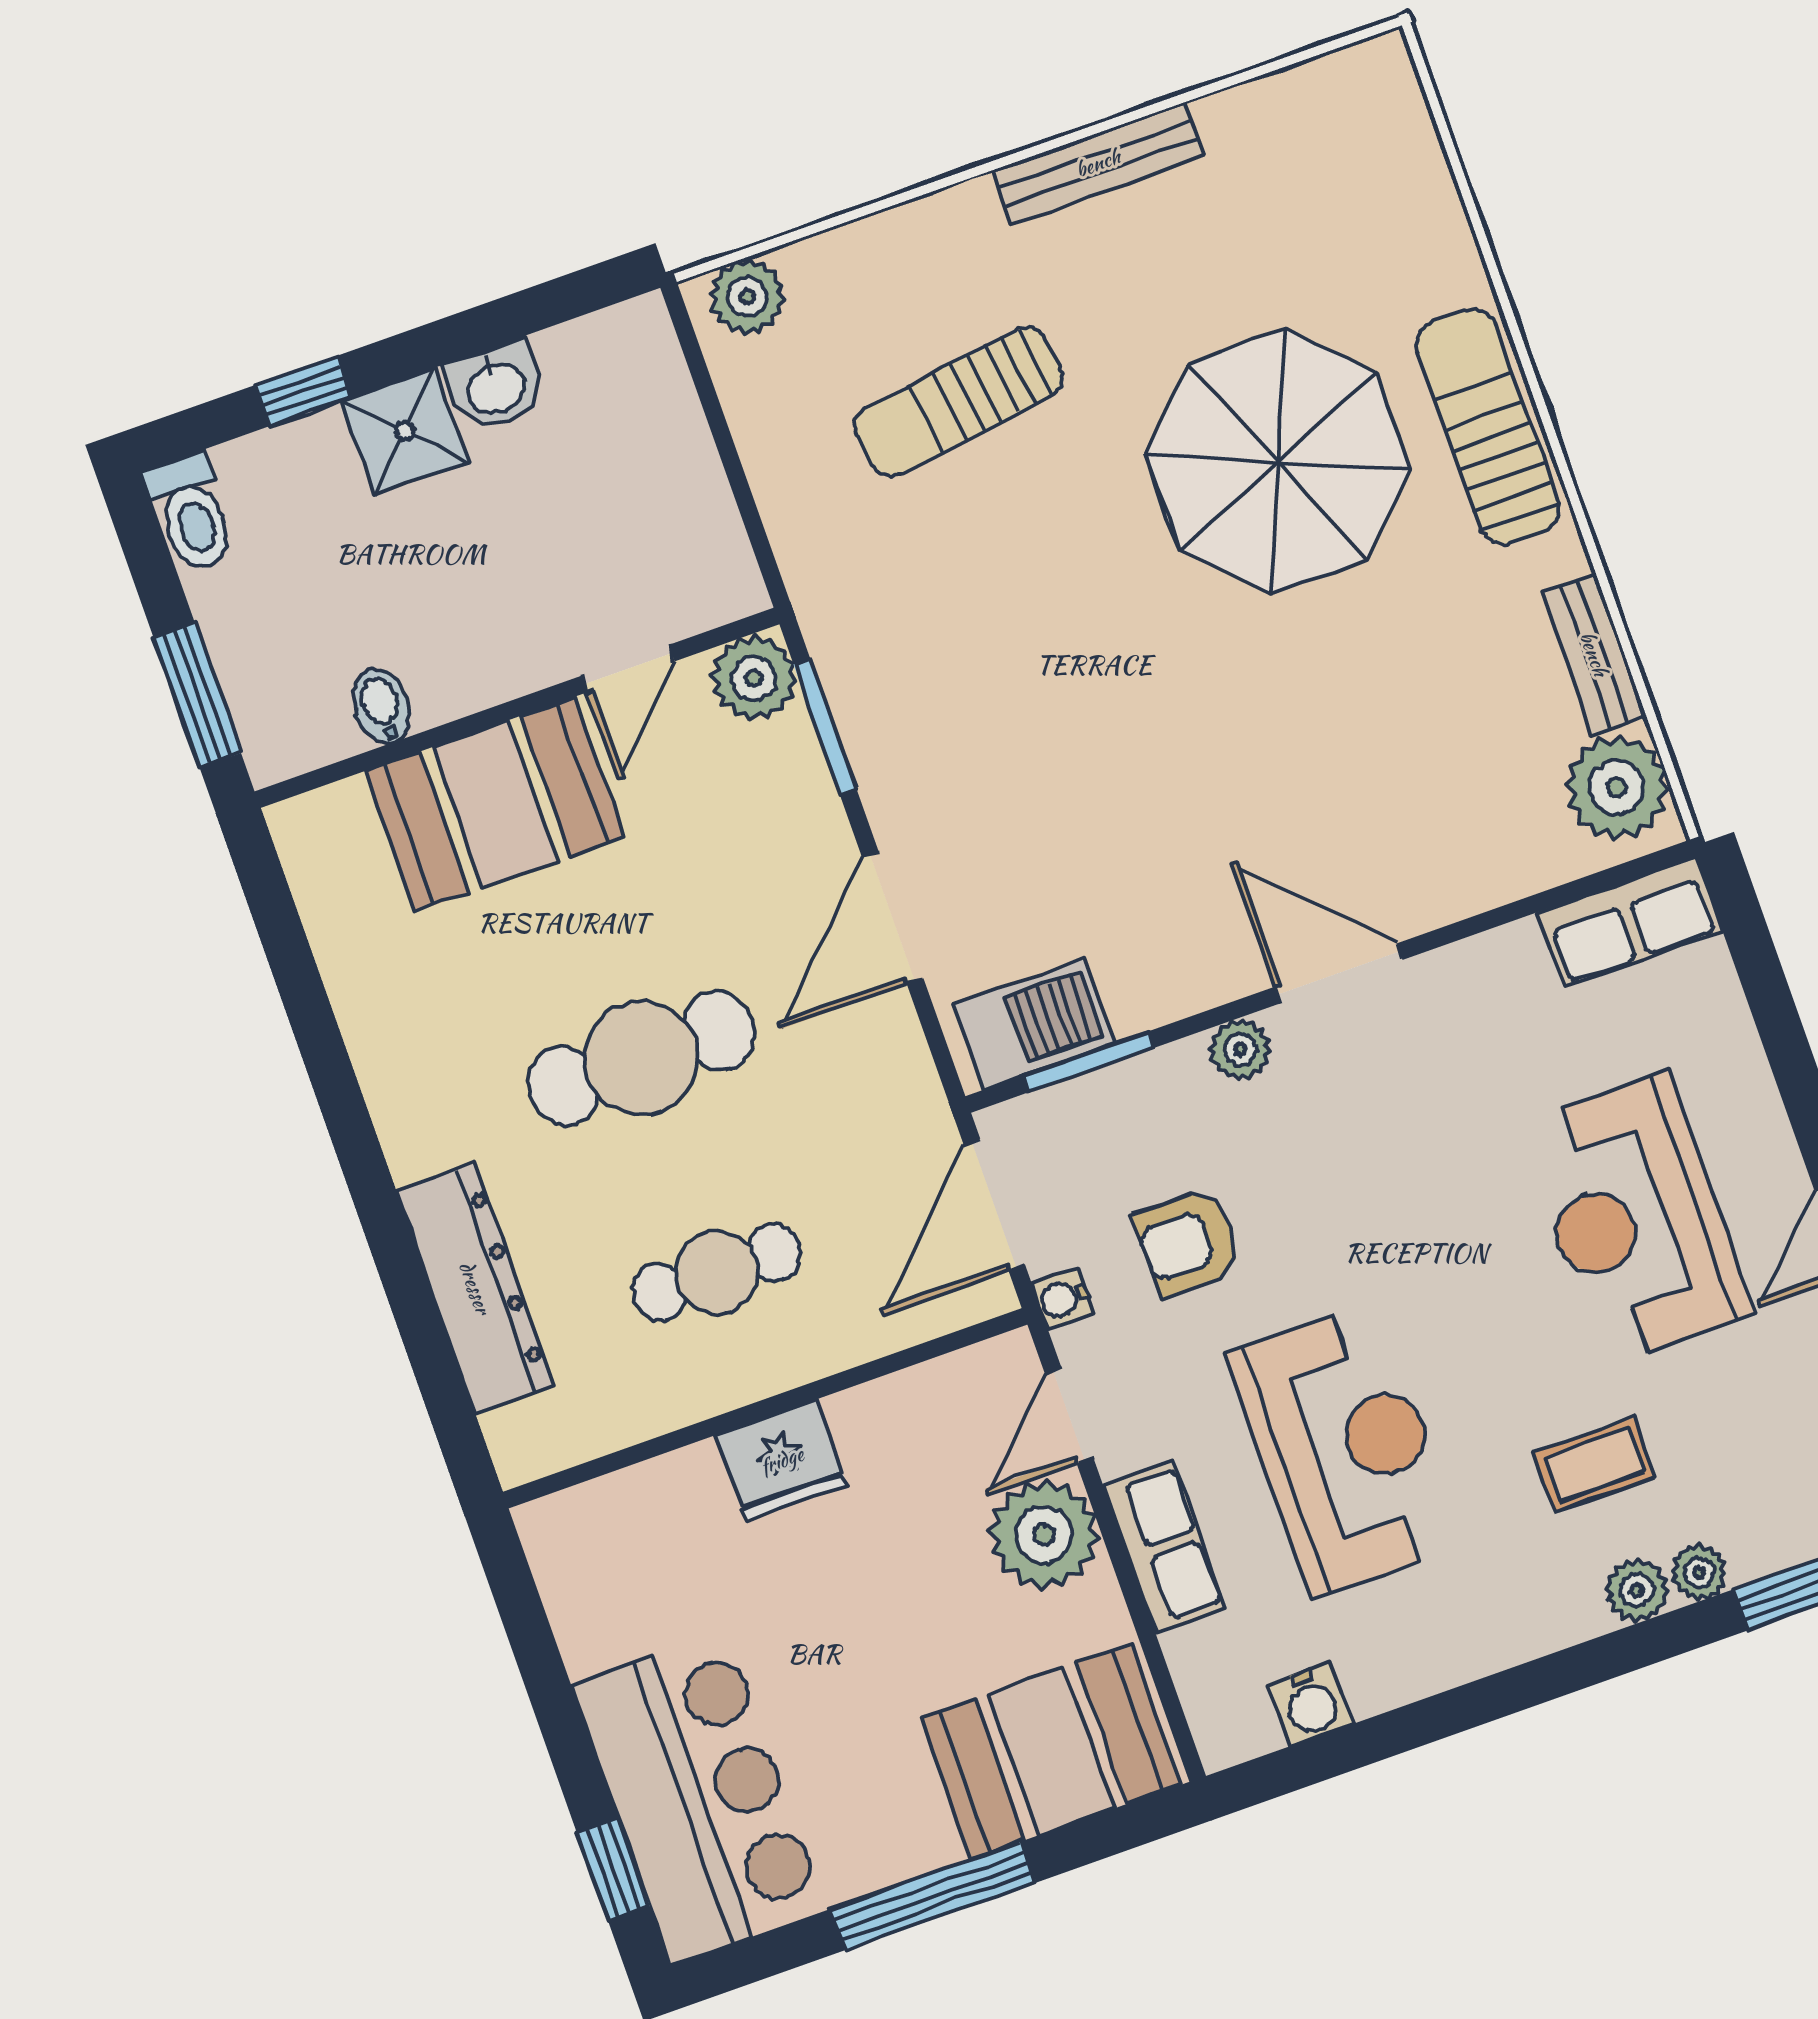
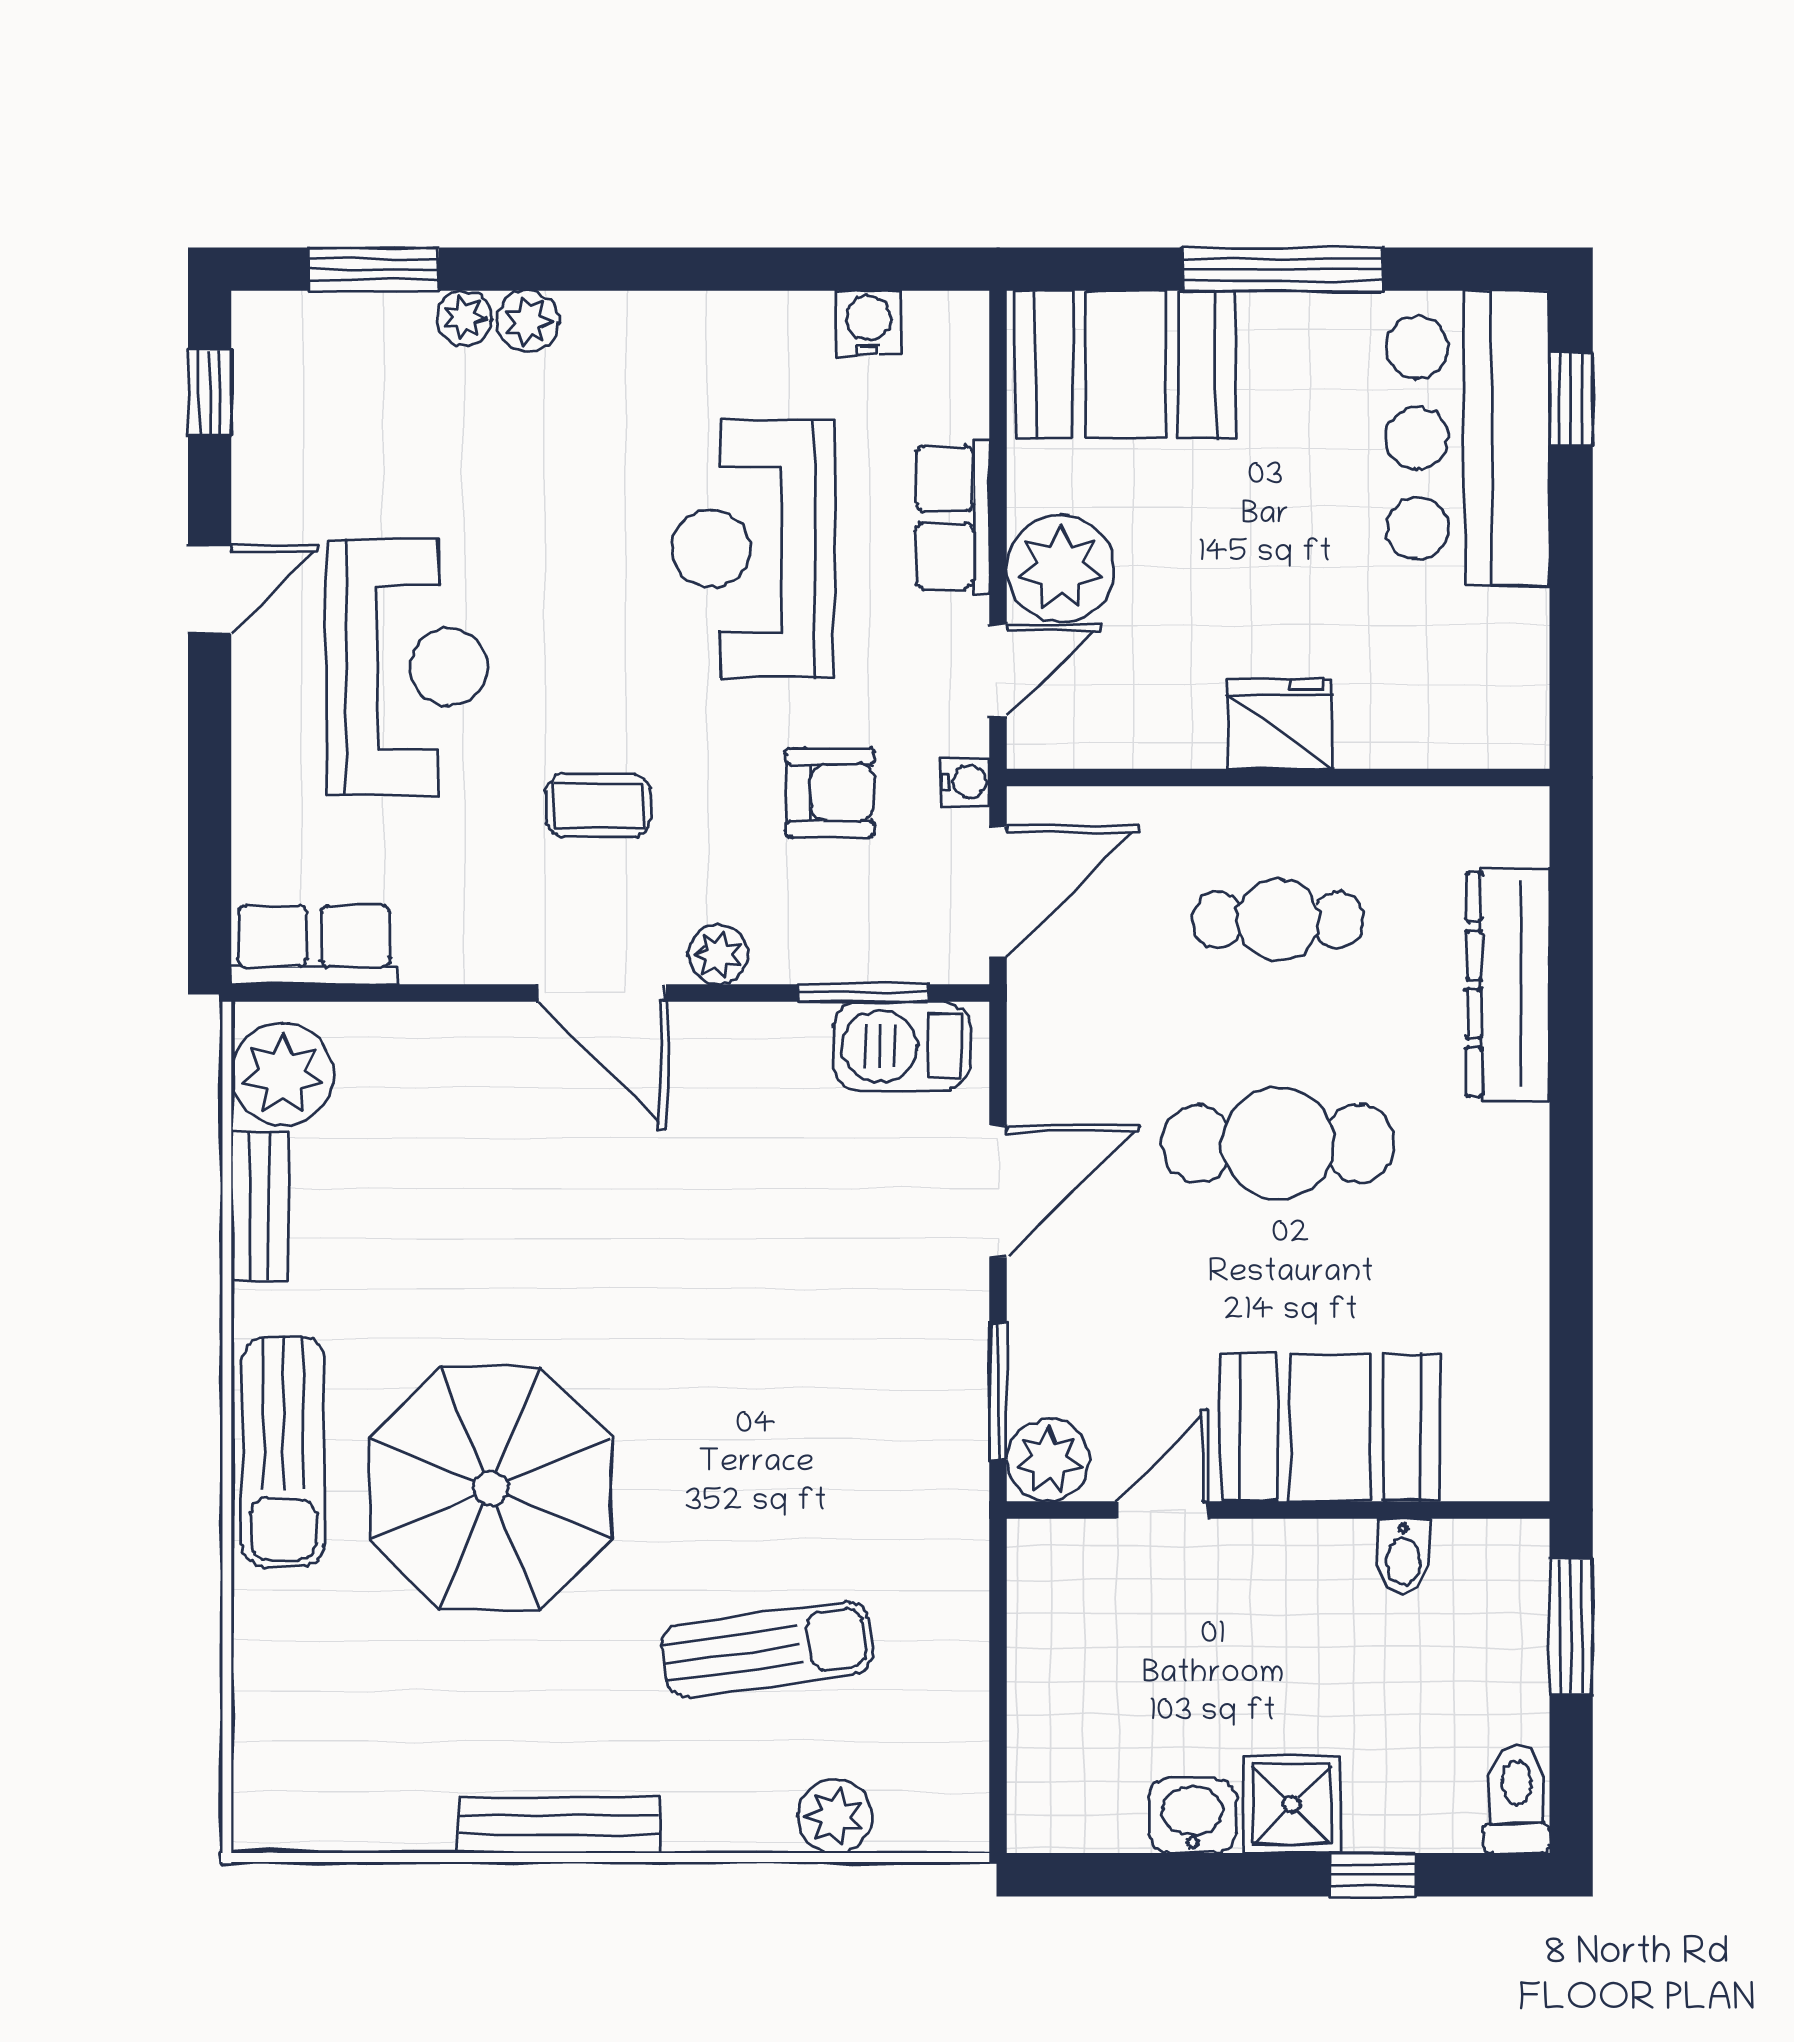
plant: (747, 297) -> (835, 1816), moved
coffee table: (1594, 1465) -> (598, 805), moved

